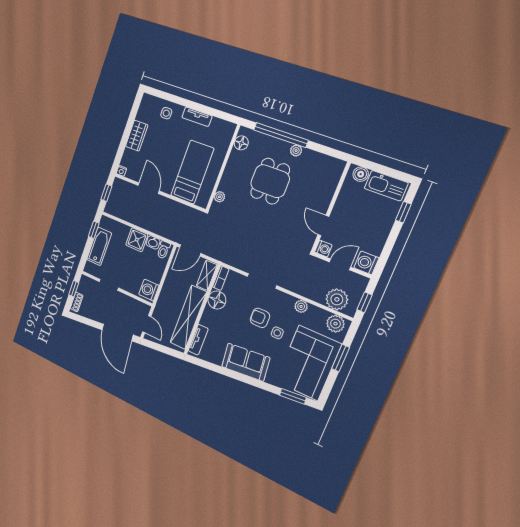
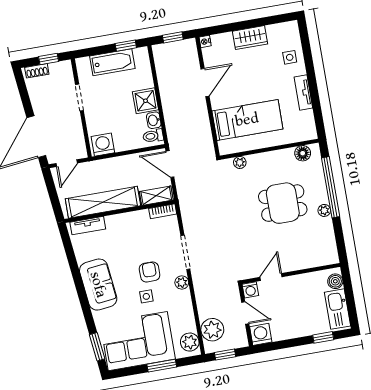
floor lamp: (217, 300) -> (139, 220), removed
plant: (301, 306) -> (182, 283), moved

